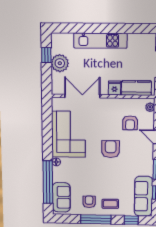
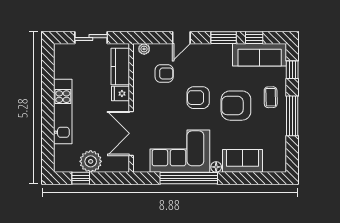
window: (48, 182) -> (189, 178), moved
sofa: (61, 197) -> (242, 161), moved
armchair: (89, 202) -> (236, 106), moved, width x1.88, depth x1.88

